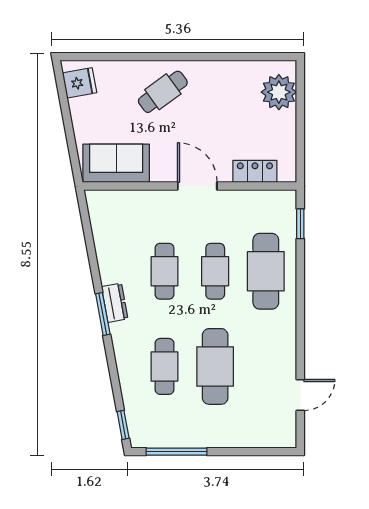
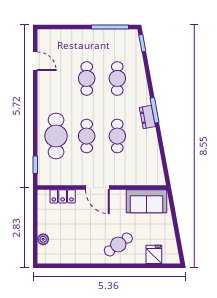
fridge: (80, 83) -> (154, 254), moved, turned 100
plant: (279, 92) -> (43, 239), width x0.53, depth x0.53
cafe table: (215, 366) -> (87, 78), width x0.73, depth x0.74
door: (300, 395) -> (35, 61), swing flipped

